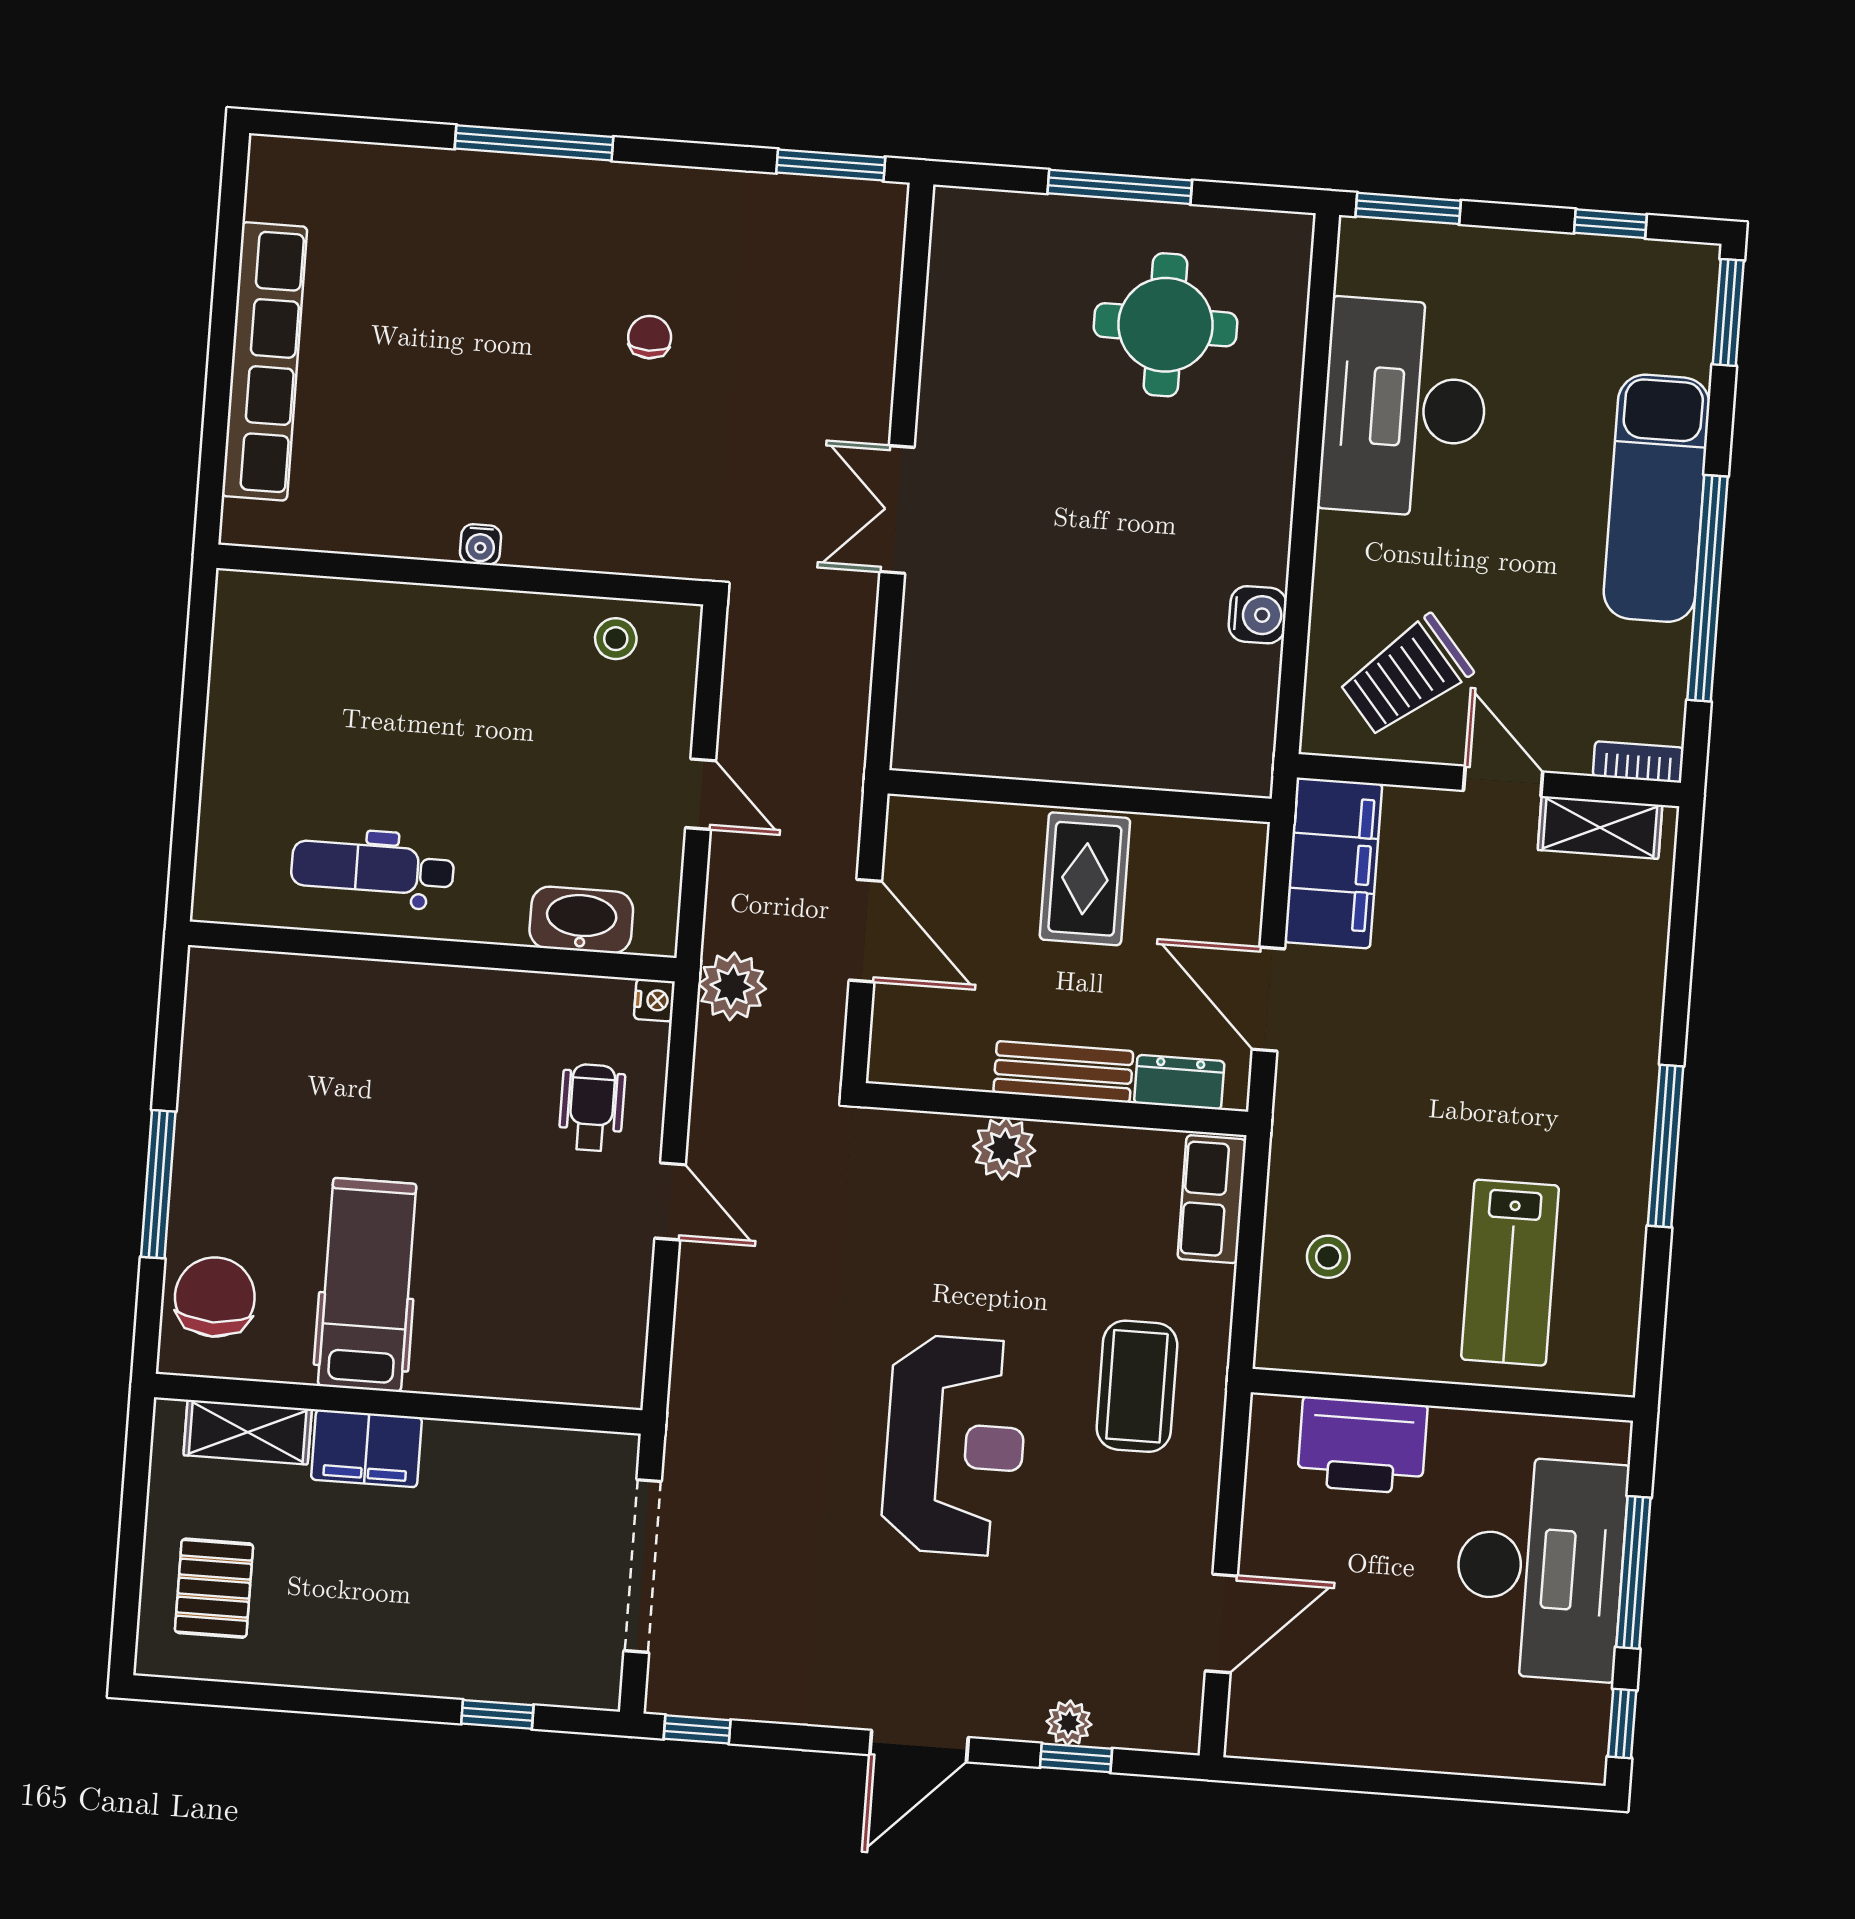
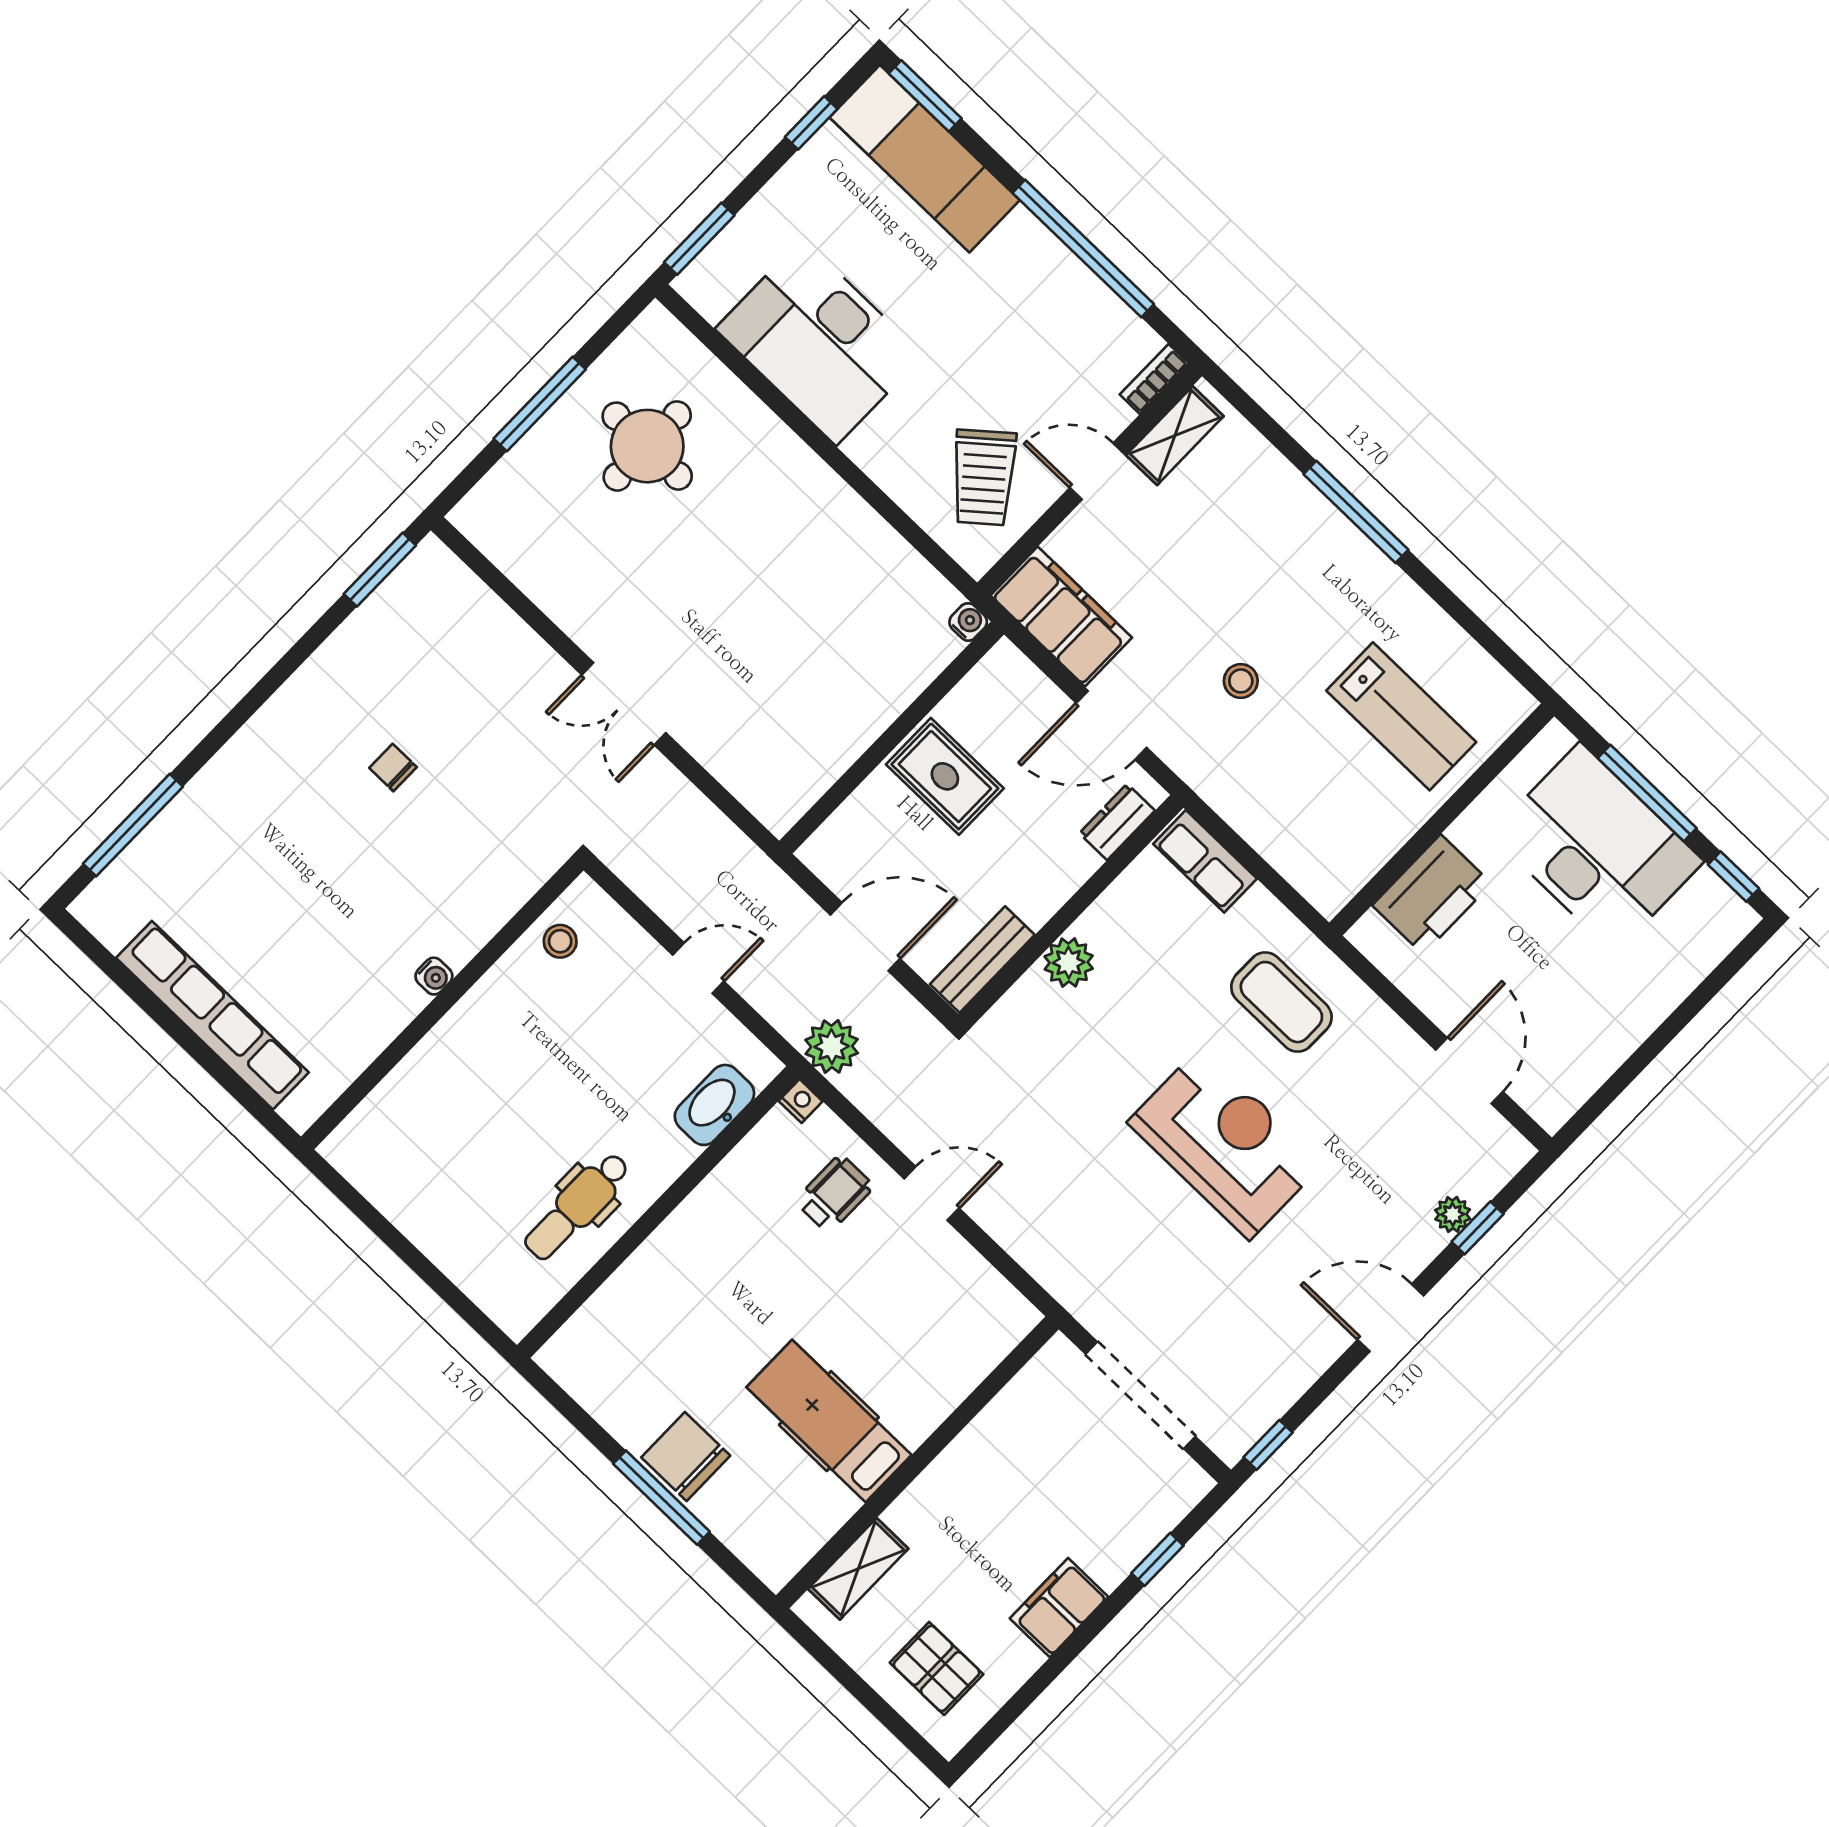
window: (534, 143) -> (133, 825), moved
exam couch: (1657, 498) -> (925, 159), moved
water cooler: (1258, 615) -> (968, 622), moved, width x0.72, depth x0.72
bench: (1063, 1072) -> (982, 960), moved
wheelchair: (592, 1108) -> (834, 1194), turned 90
window: (1666, 1146) -> (1356, 512), moved
stool: (1328, 1257) -> (1241, 681), moved
chair: (215, 1297) -> (686, 1456), moved
filing cabinet: (366, 1448) -> (1059, 1608), moved, turned 180
door: (919, 1746) -> (1391, 1318), swing flipped

